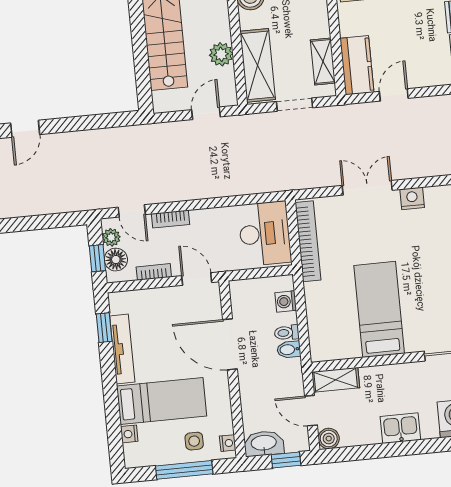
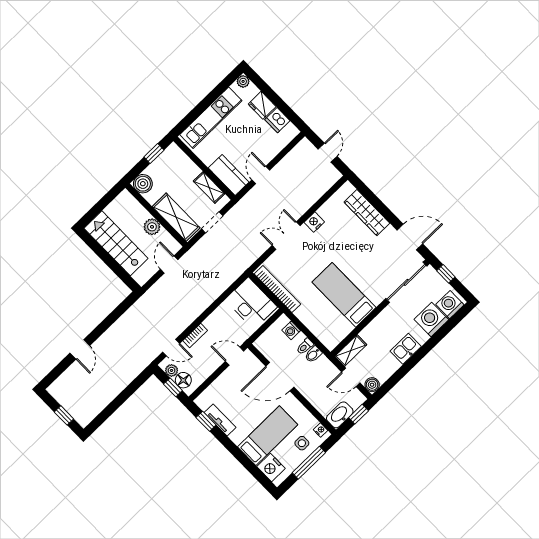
bookcase: (154, 272) -> (209, 371), removed
tv unit: (122, 349) -> (220, 420), width x0.71
nightstand: (129, 434) -> (271, 468), width x1.89, depth x1.79

